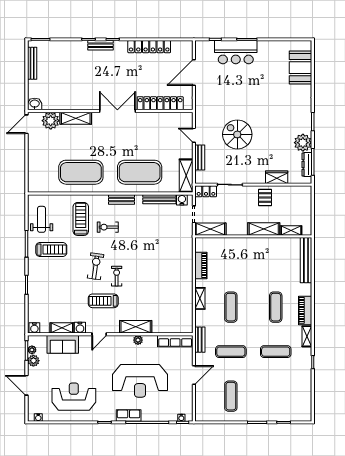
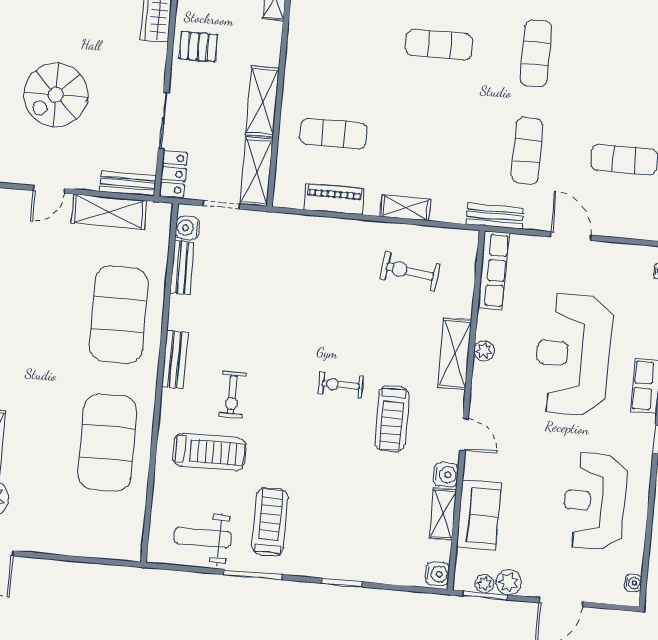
bench: (200, 158) -> (128, 184), moved
shelving: (186, 176) -> (109, 212), moved
bench: (159, 199) -> (182, 267), width x0.73
treadmill: (81, 219) -> (209, 452), turned 180
shelving: (264, 229) -> (262, 101), moved
exercise bike: (96, 266) -> (410, 272), moved
exercise mat: (231, 307) -> (333, 134), moved
reception desk: (140, 381) -> (573, 354), turned 180

